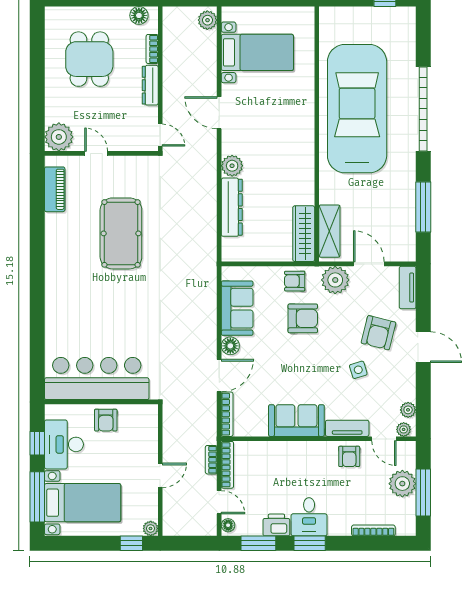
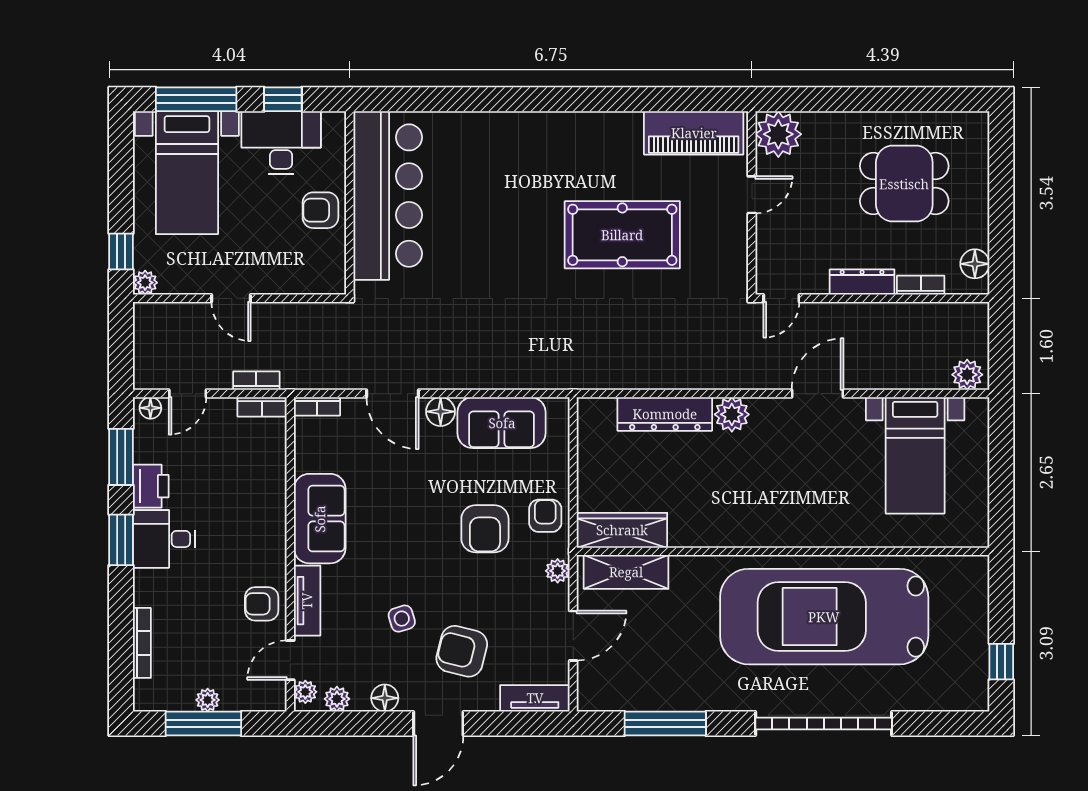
car: (357, 109) -> (824, 617), turned 180
piano: (55, 189) -> (694, 133), width x1.37, depth x1.33
plant: (335, 280) -> (558, 571), width x0.53, depth x0.53
floor lamp: (407, 380) -> (385, 698), added
bookcase: (227, 414) -> (317, 406), width x0.64
bookcase: (227, 465) -> (262, 407), width x0.64
plant: (402, 484) -> (208, 700), width x0.53, depth x0.53

